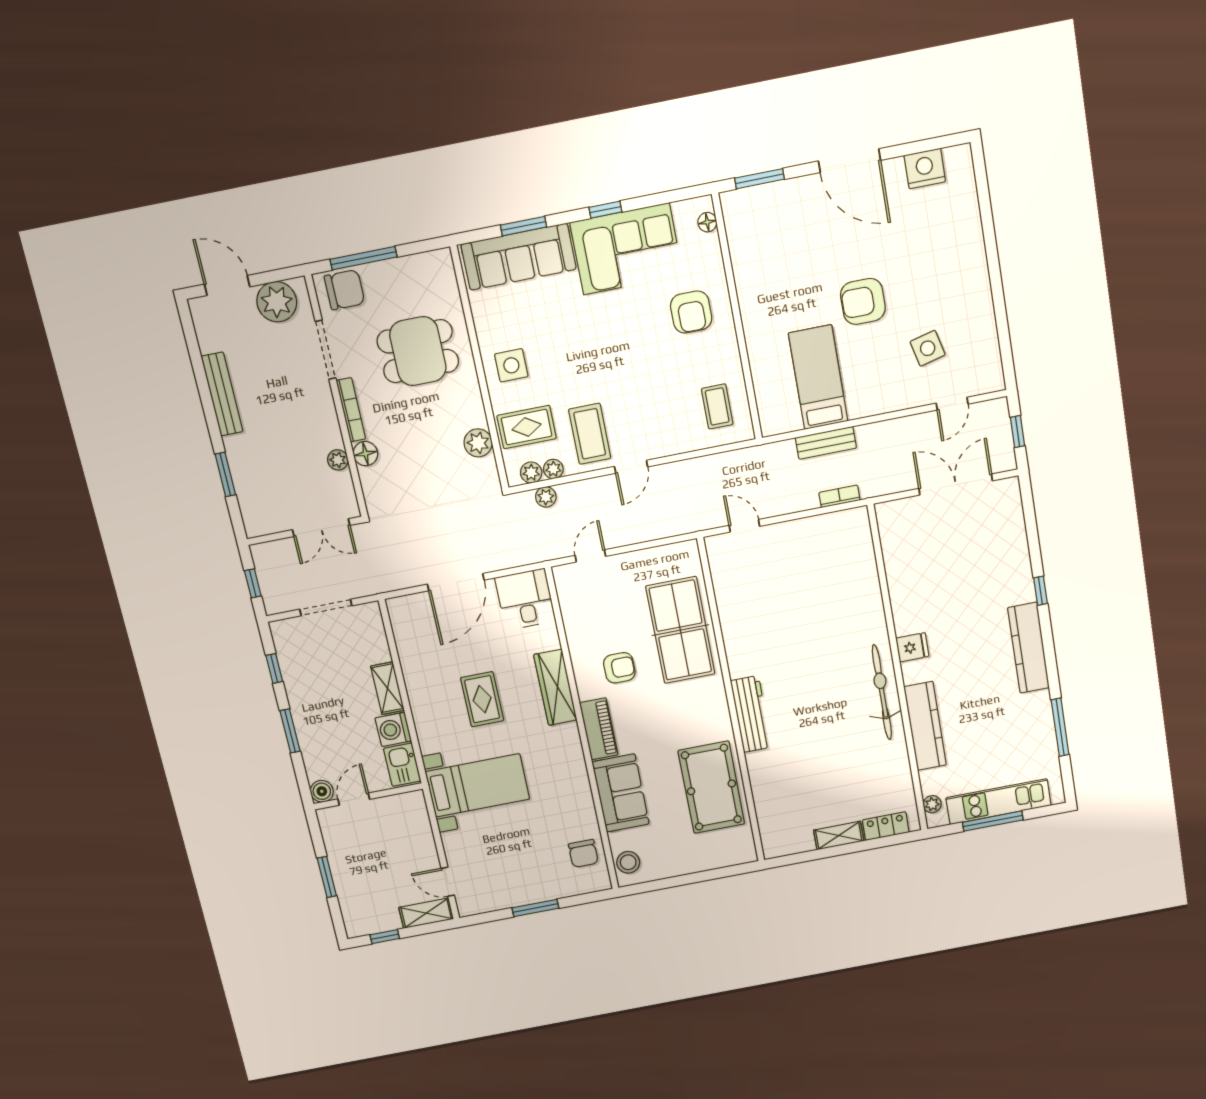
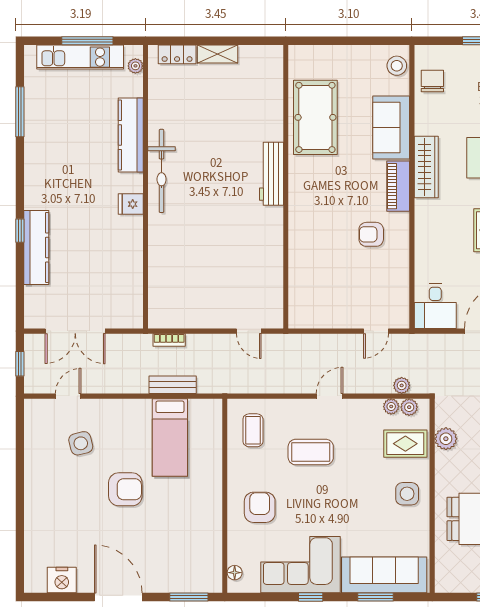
coffee table: (590, 434) -> (311, 452), moved, turned 90
table tennis table: (680, 630) -> (316, 256), removed
kitchen counter: (1028, 648) -> (36, 247), moved
wardrobe: (555, 687) -> (426, 167), moved

